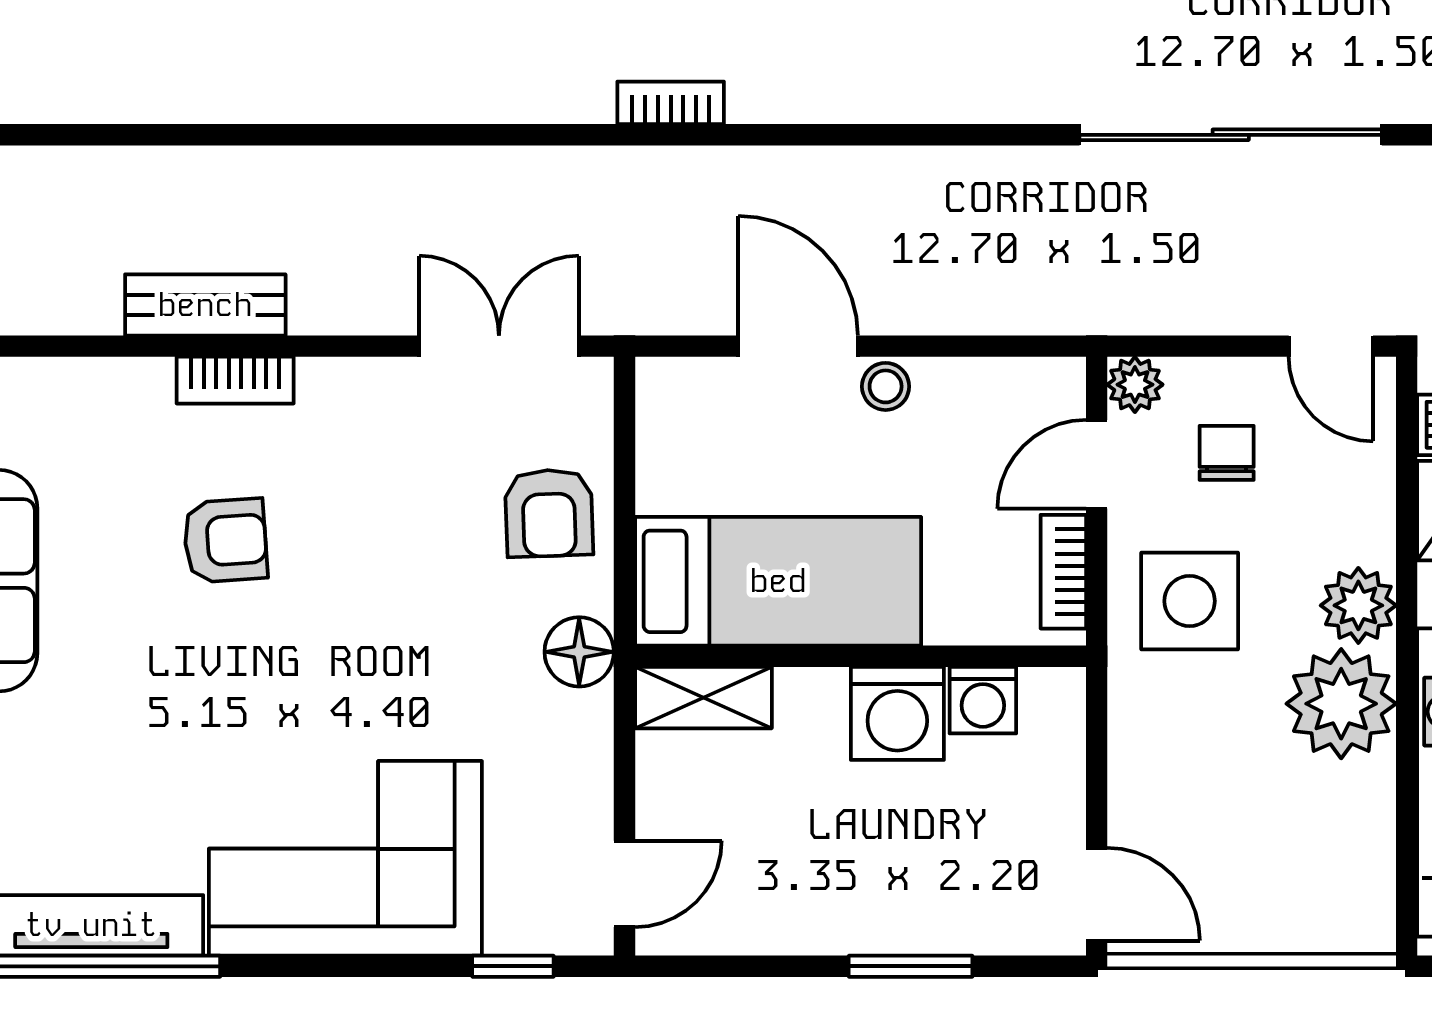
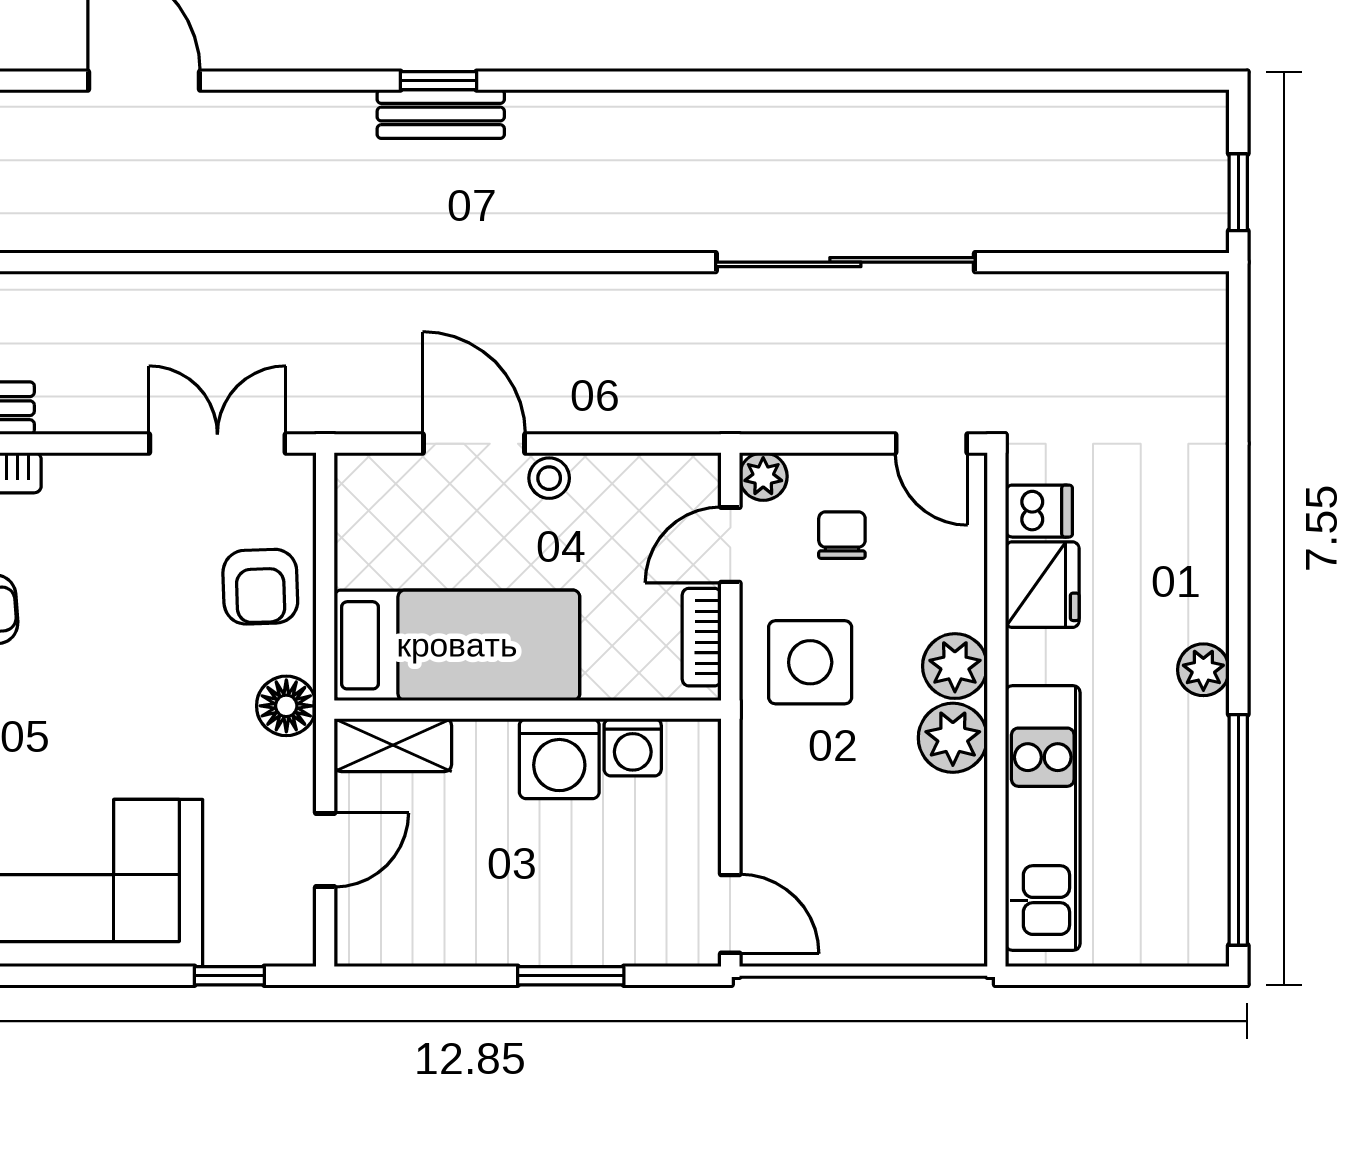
bookcase: (671, 103) -> (365, 235), removed
plant: (1341, 704) -> (953, 738), width x0.73, depth x0.73
door: (624, 884) -> (325, 850), moved

